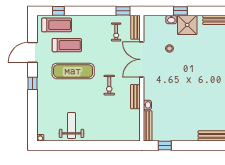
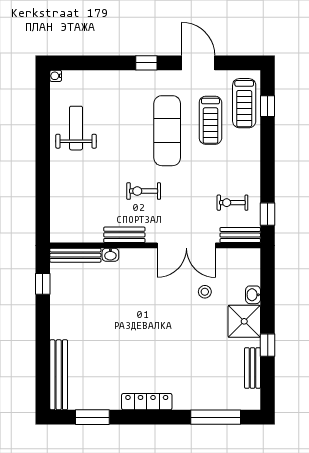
window: (180, 11) -> (268, 345), moved
double door: (142, 59) -> (186, 245), swing flipped
weight bench: (71, 126) -> (76, 128), turned -90

